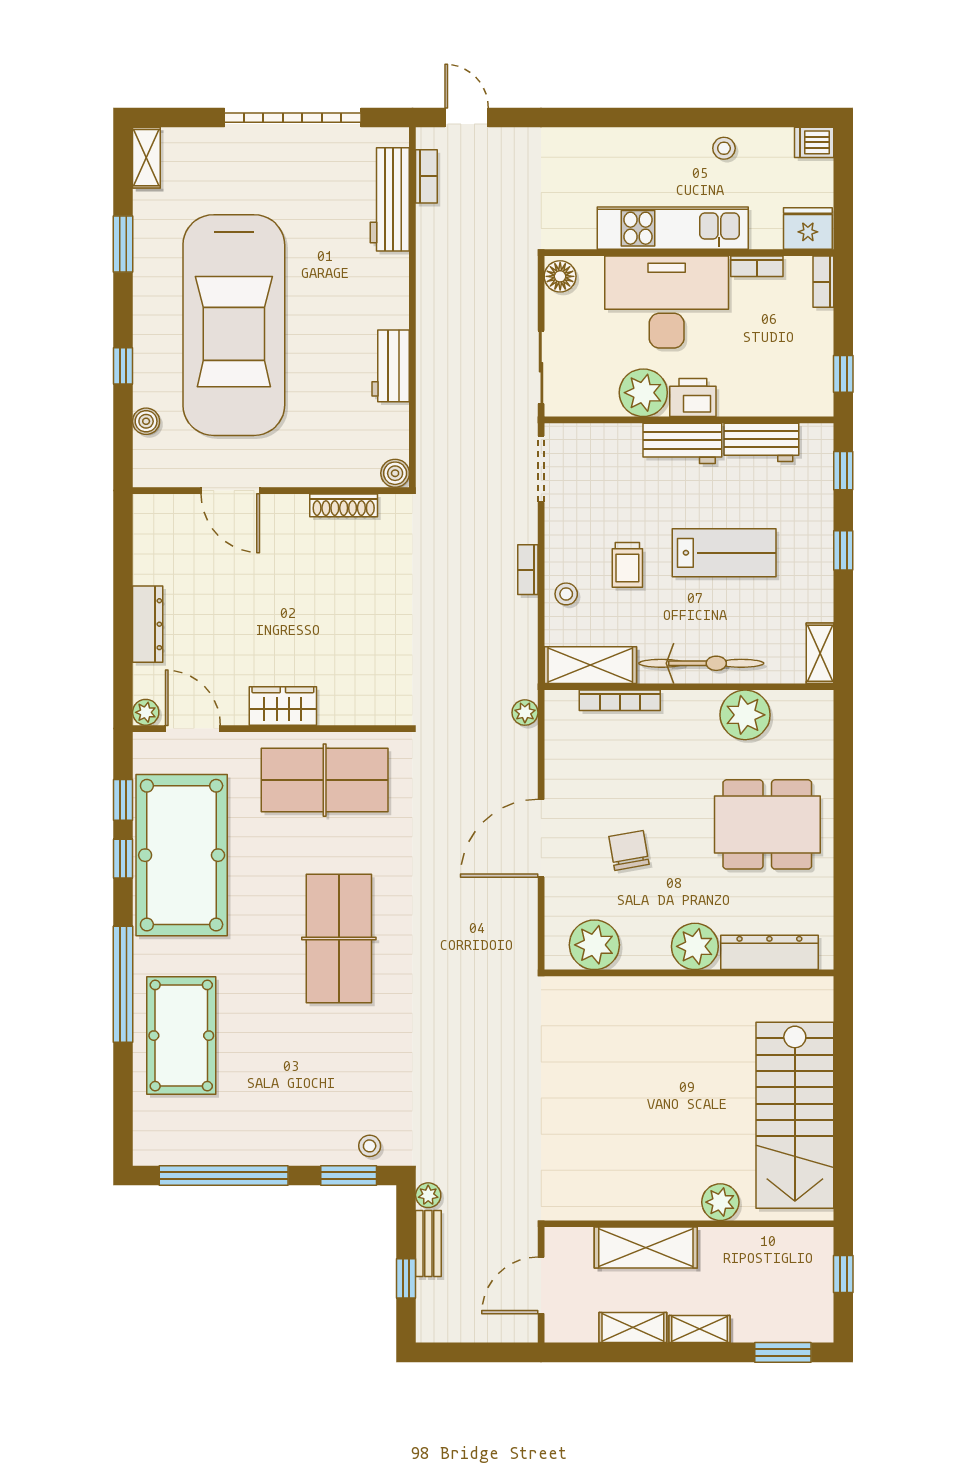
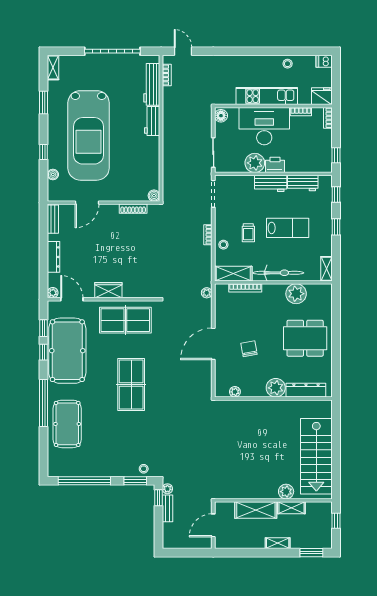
workbench: (391, 366) -> (152, 121), moved
door: (230, 491) -> (87, 203), hinge flipped
bench: (146, 531) -> (53, 219), added
plant: (594, 945) -> (235, 392), width x0.53, depth x0.53
window: (406, 1278) -> (158, 498), moved
shelving: (633, 1328) -> (291, 508), moved

